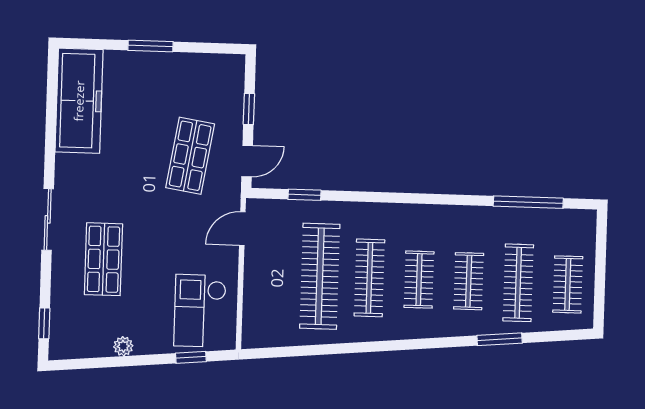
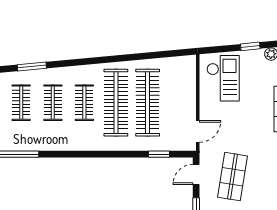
clothes rail: (369, 278) -> (116, 103), width x1.37, depth x1.31
clothes rail: (518, 283) -> (21, 103), width x0.73
window: (191, 357) -> (250, 46), moved

